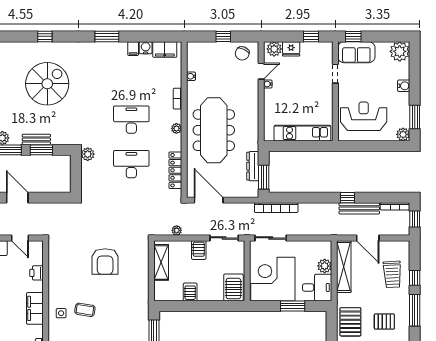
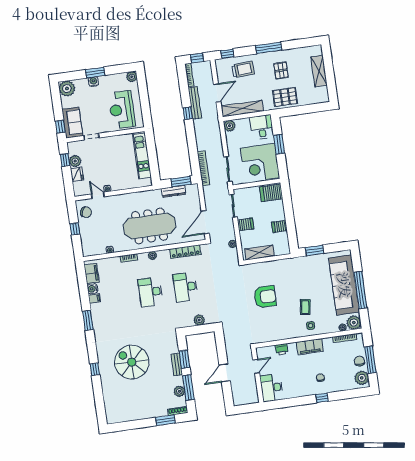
plant: (274, 49) -> (75, 161), moved
window: (415, 117) -> (95, 72), moved
plant: (88, 154) -> (199, 320), moved
plant: (325, 266) -> (230, 126), moved
window: (415, 278) -> (227, 54), moved

